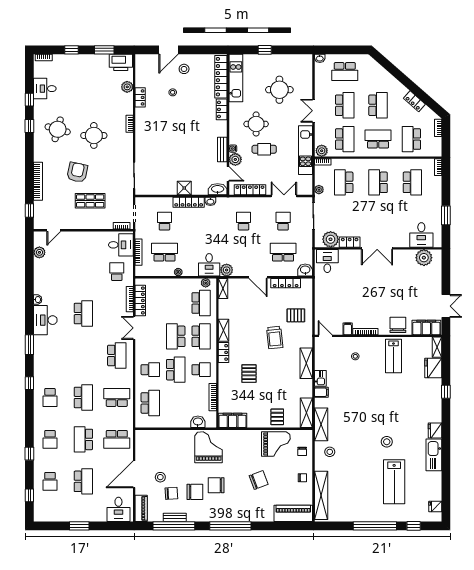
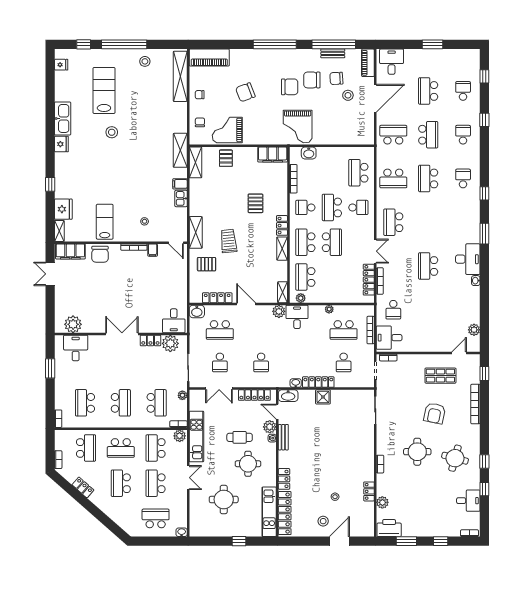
shop shelf: (90, 201) -> (440, 376), moved
shelving: (306, 363) -> (196, 232), moved
school desk: (150, 370) -> (358, 207), turned 180
stool: (330, 452) -> (145, 61), moved

